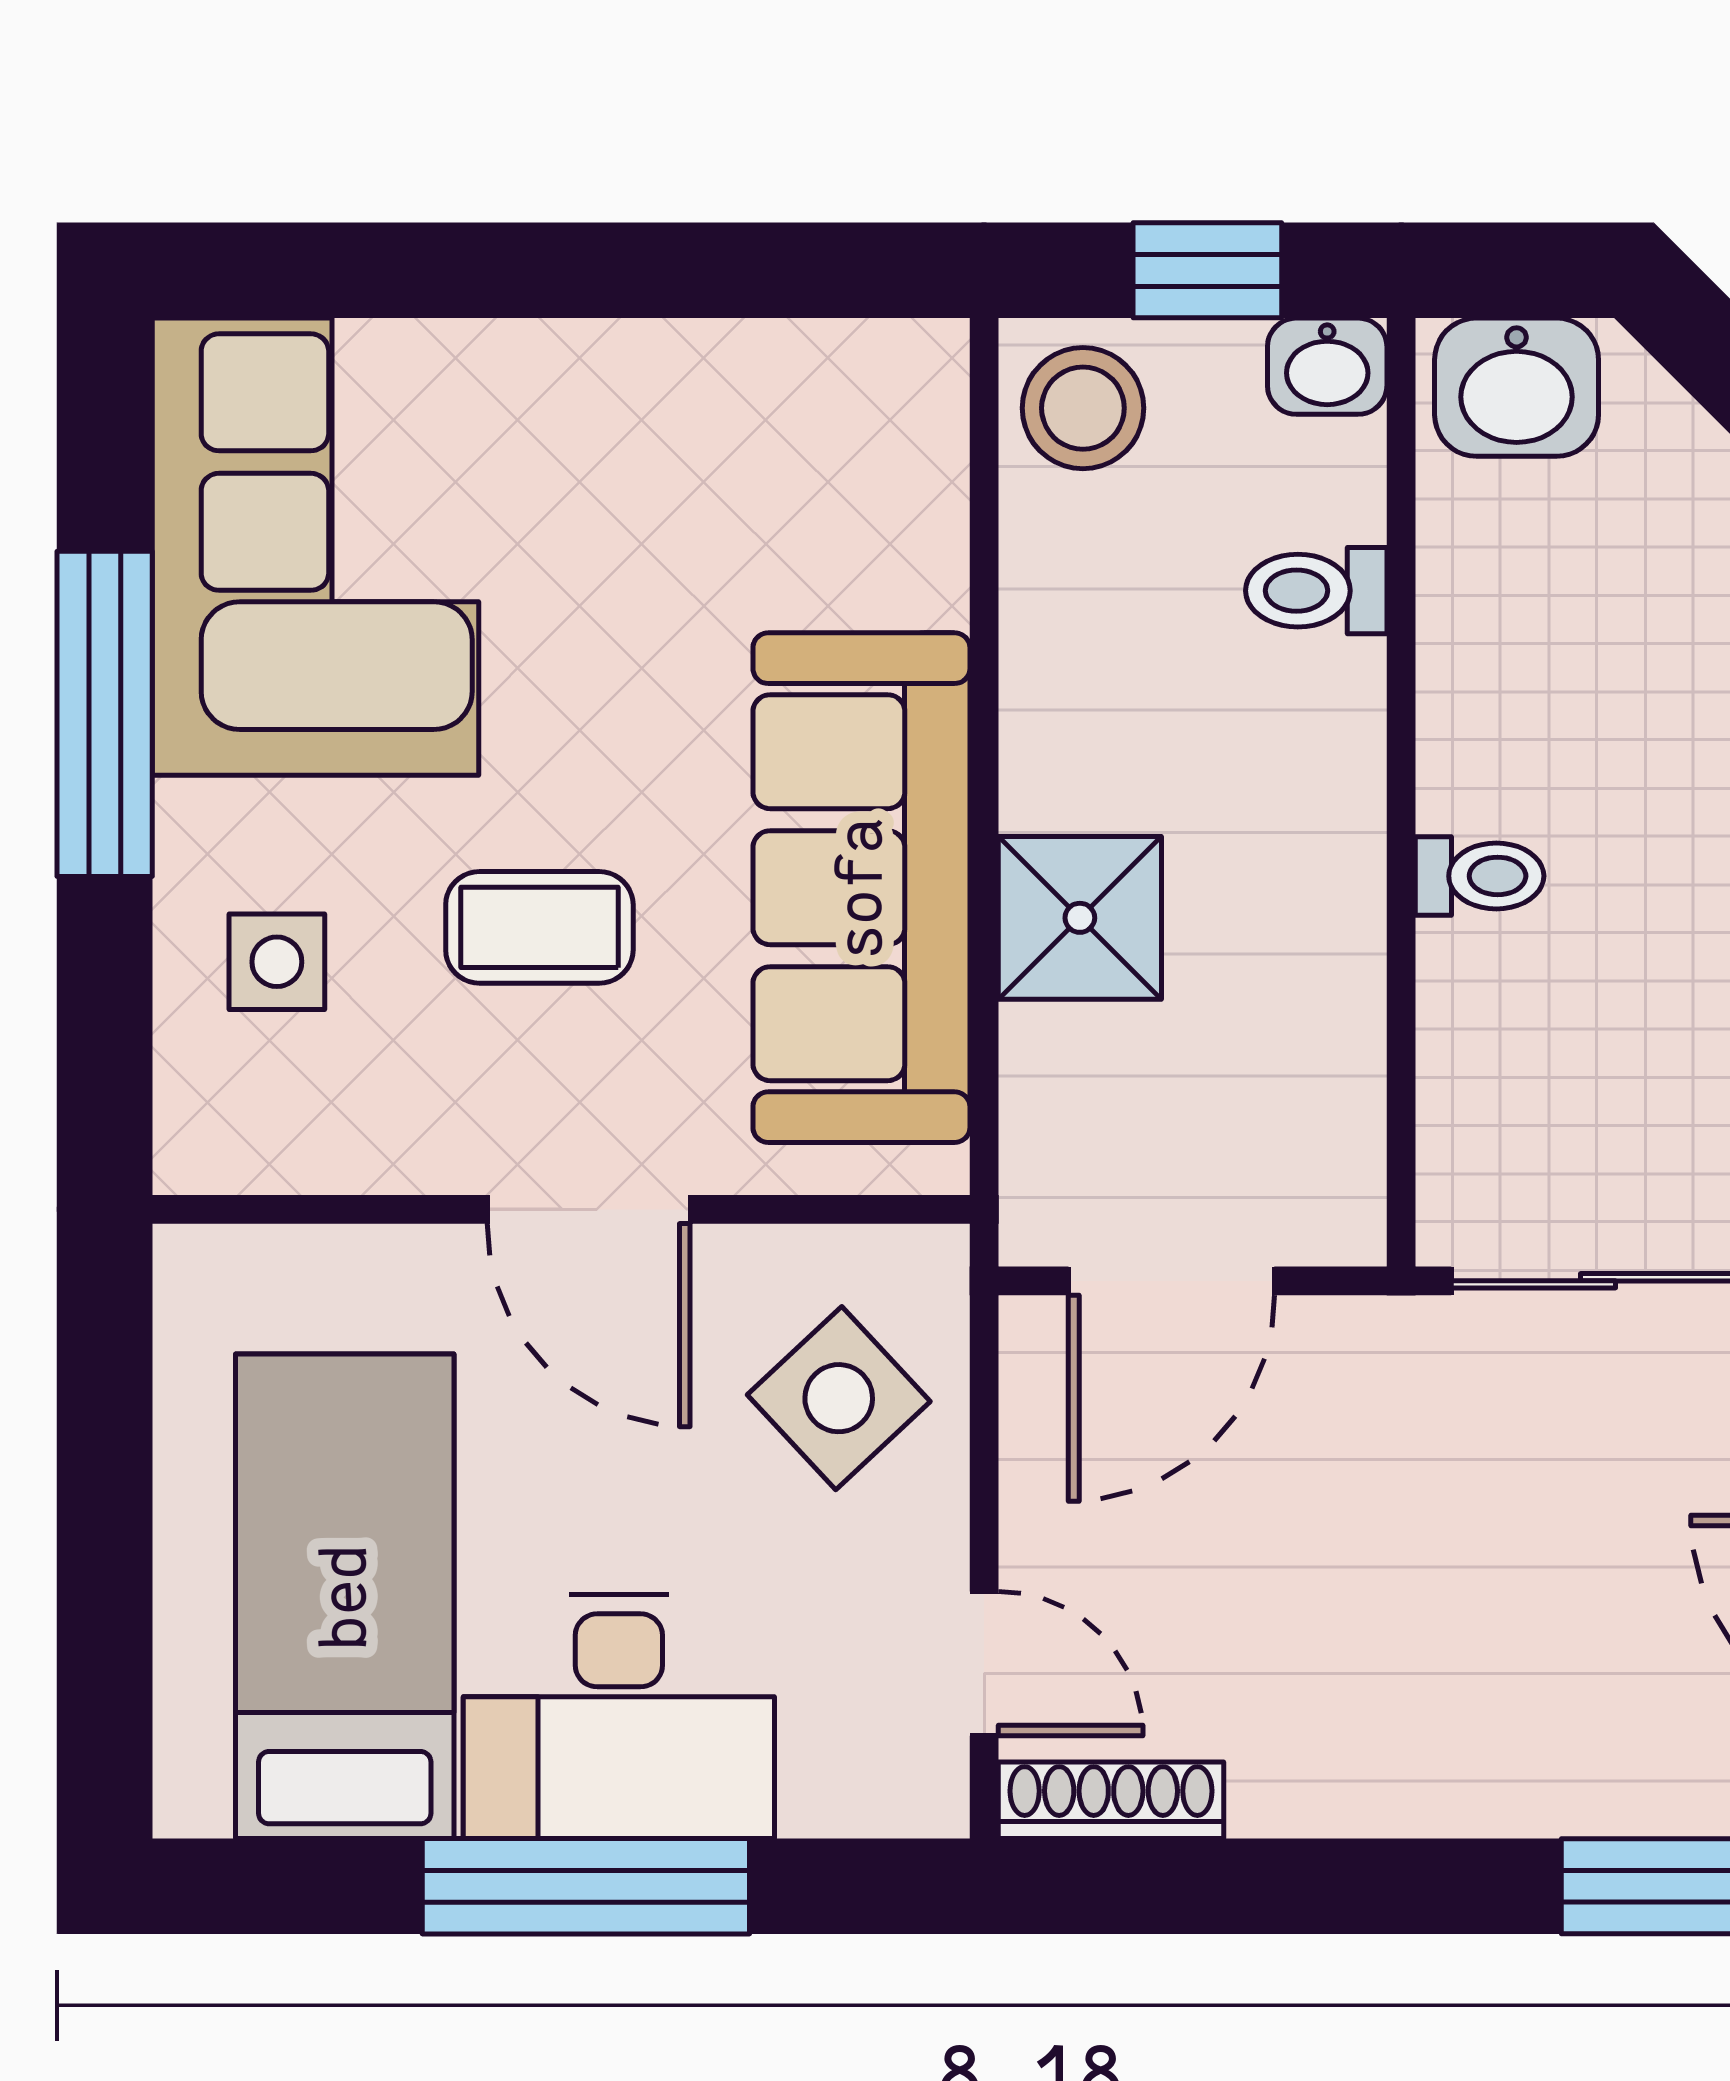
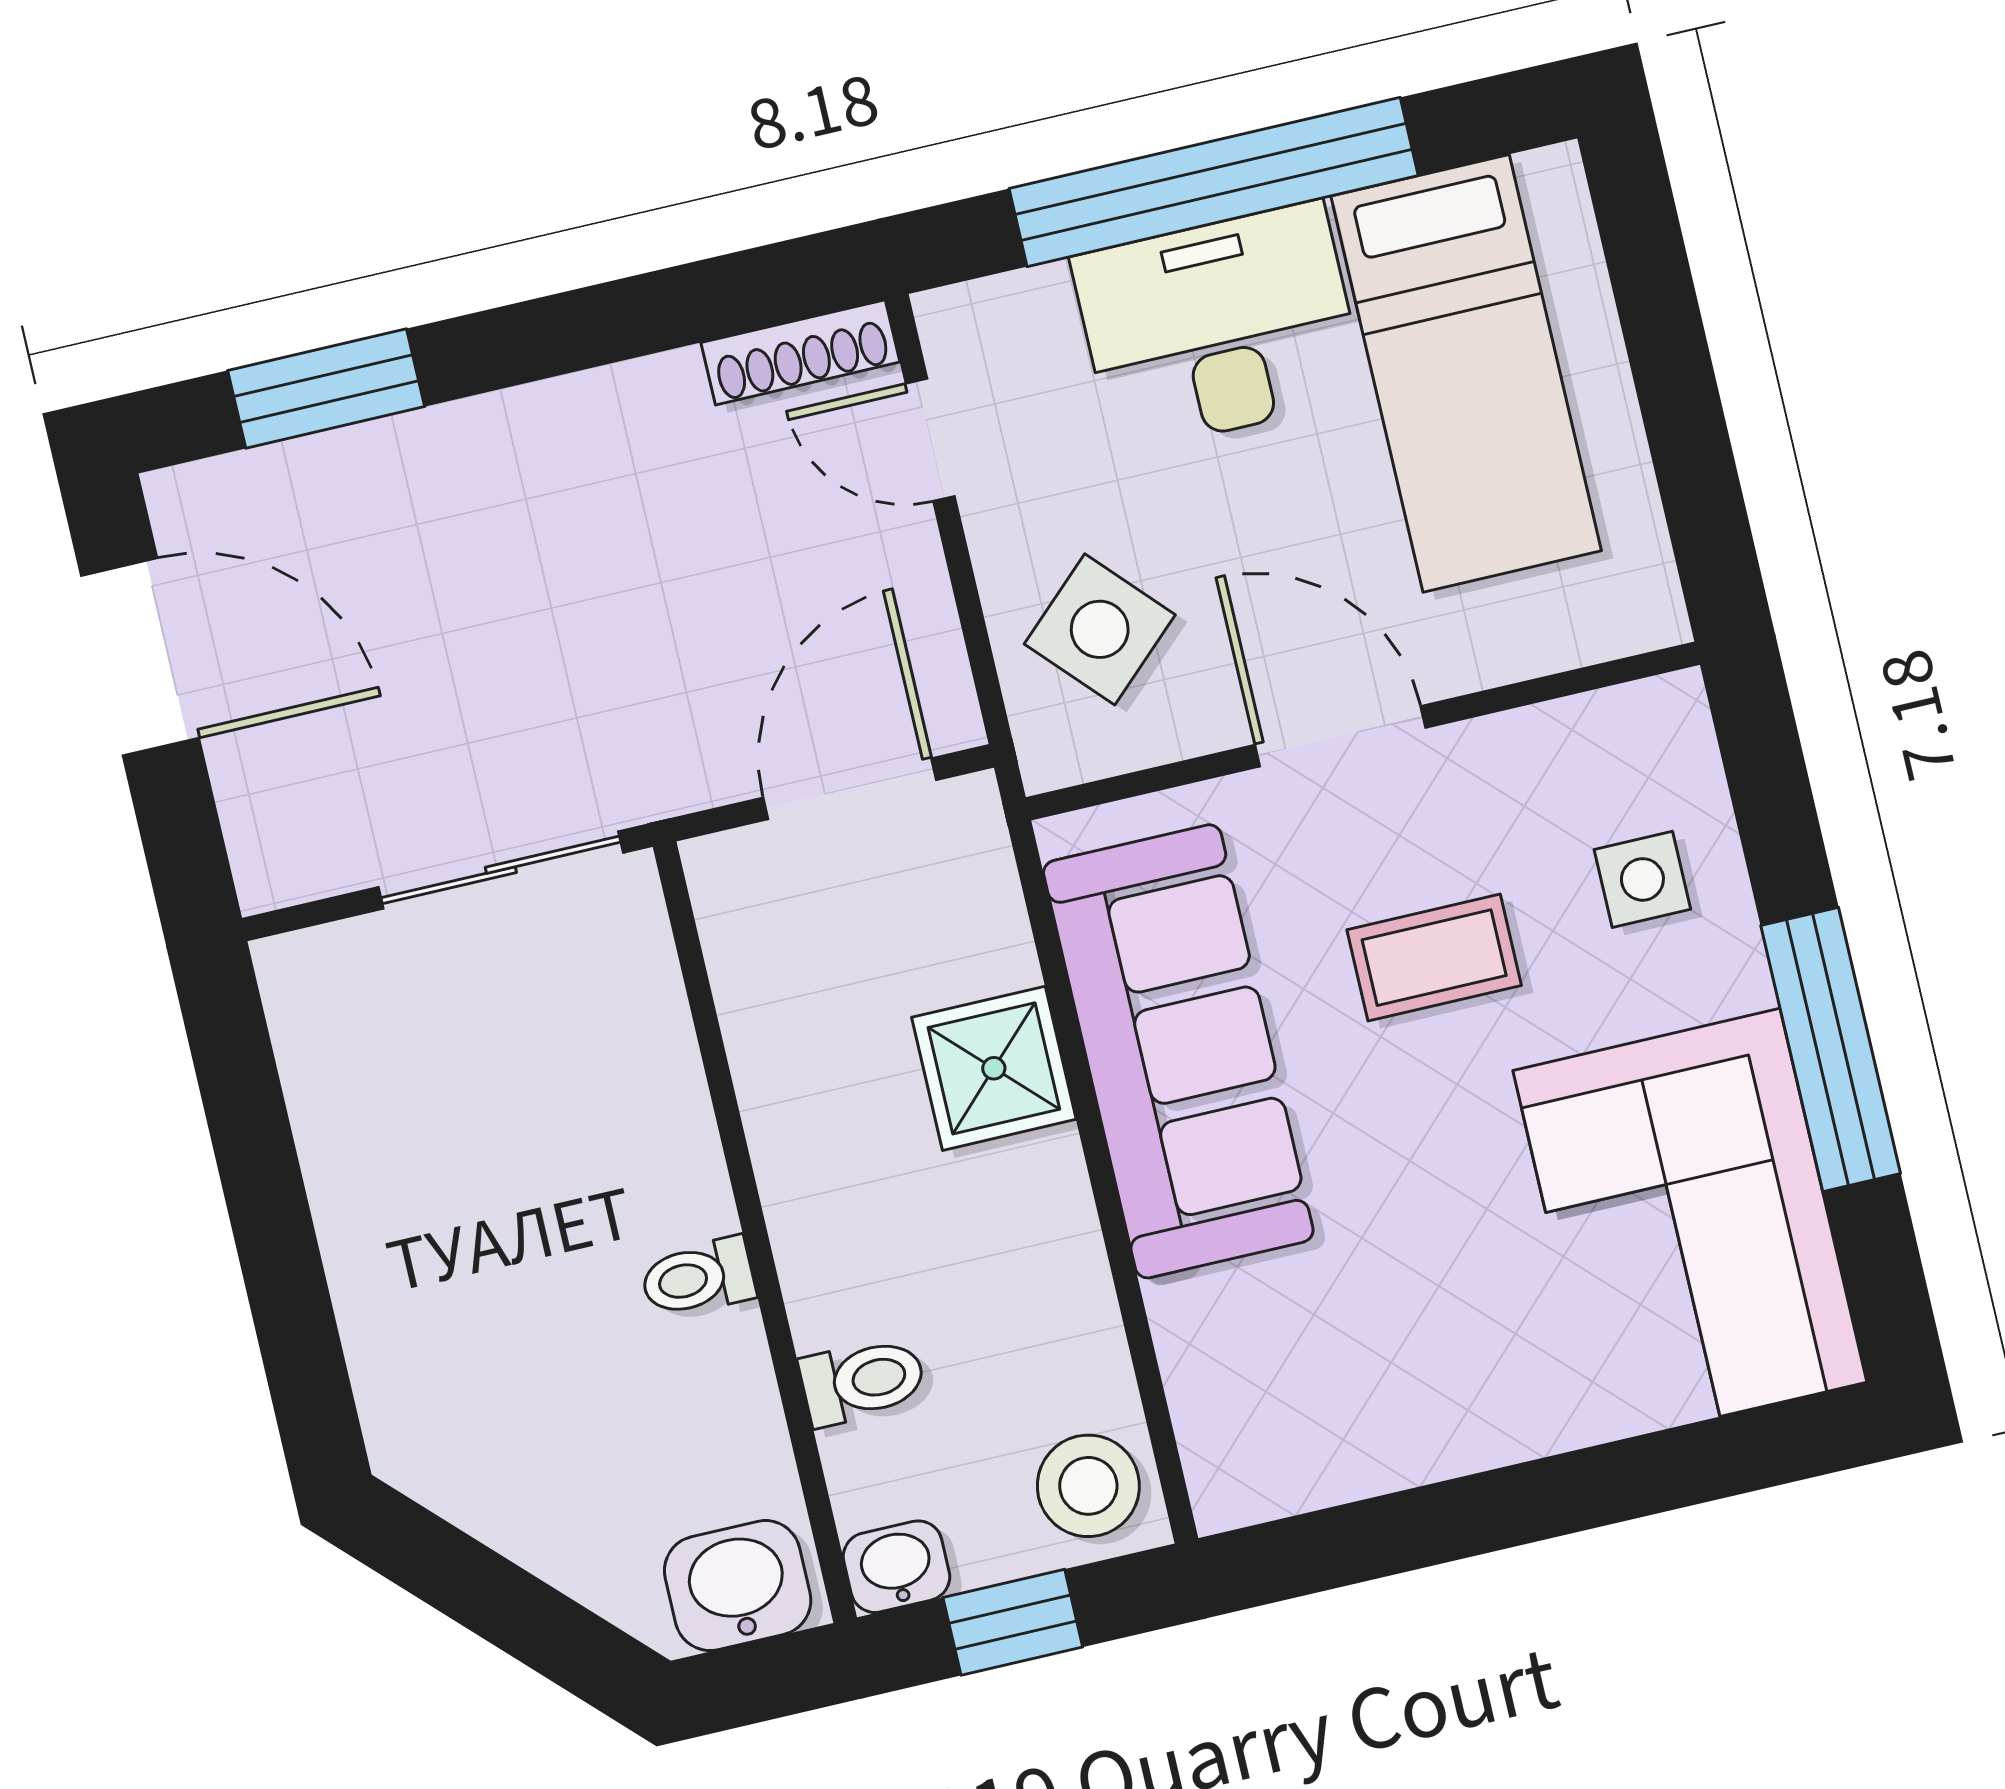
toilet: (1480, 876) -> (698, 1278), moved
window: (586, 1886) -> (1214, 182), width x1.46

